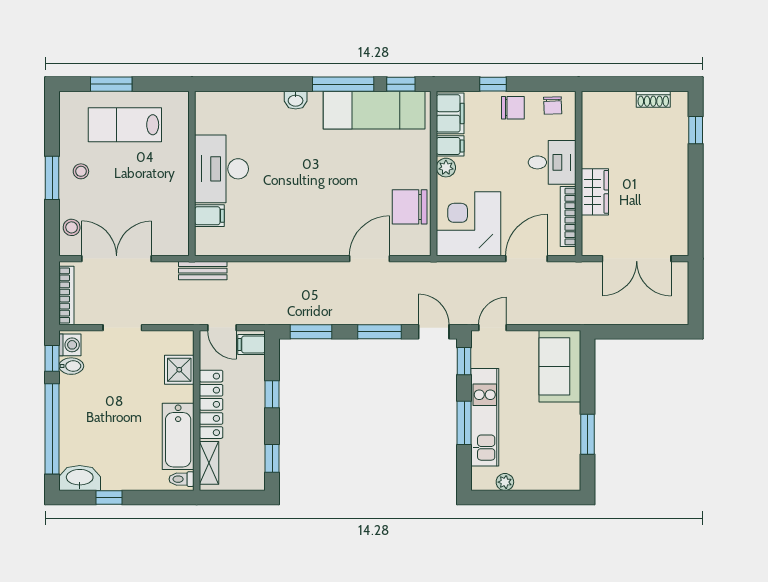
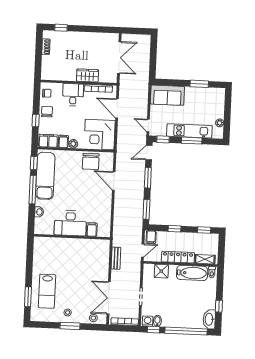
desk: (222, 169) -> (70, 223), moved
wall: (192, 173) -> (72, 237), moved
filing cabinet: (209, 216) -> (92, 230), moved

